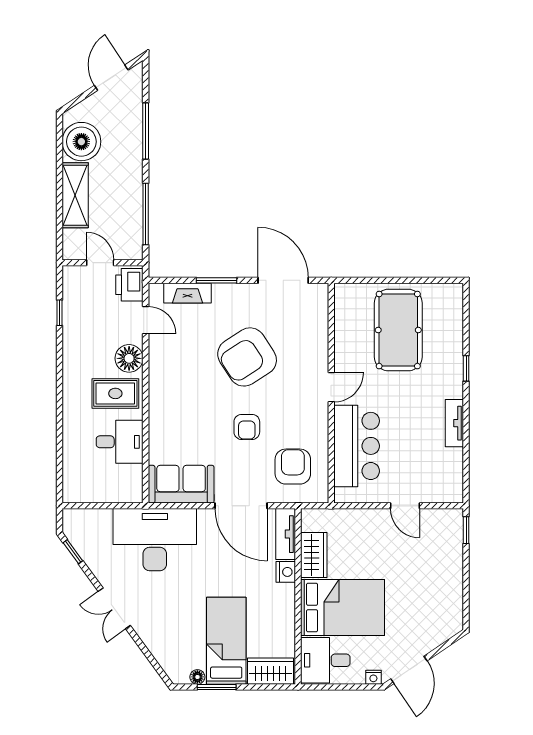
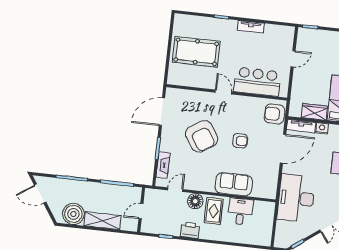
printer: (129, 285) -> (190, 230), moved, turned 180
armchair: (293, 467) -> (275, 114), moved
sofa: (181, 484) -> (234, 184), moved, turned 90

